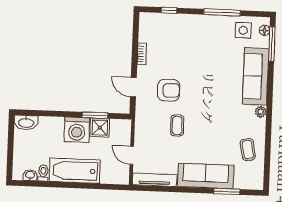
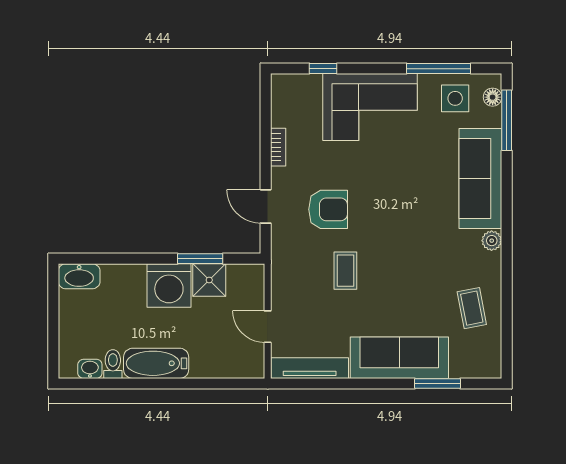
window: (222, 12) -> (439, 69), moved
corner sofa: (195, 33) -> (370, 107), added
bathtub: (75, 171) -> (156, 363), width x0.73, depth x0.73

